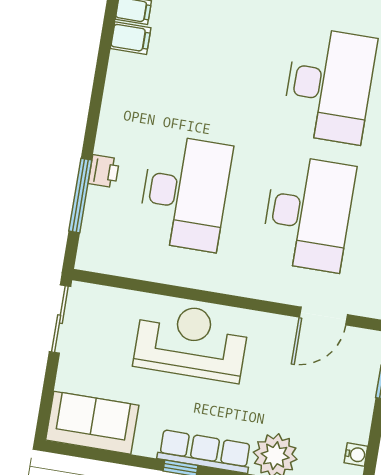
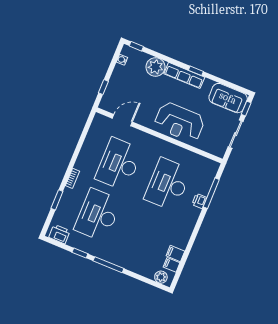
sliding door: (60, 319) -> (236, 134), moved
window: (45, 408) -> (246, 109), added

